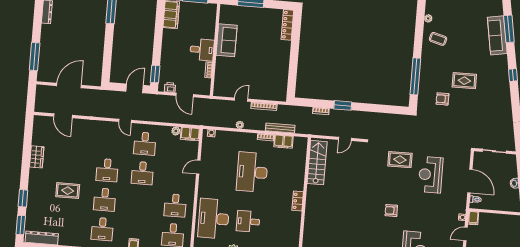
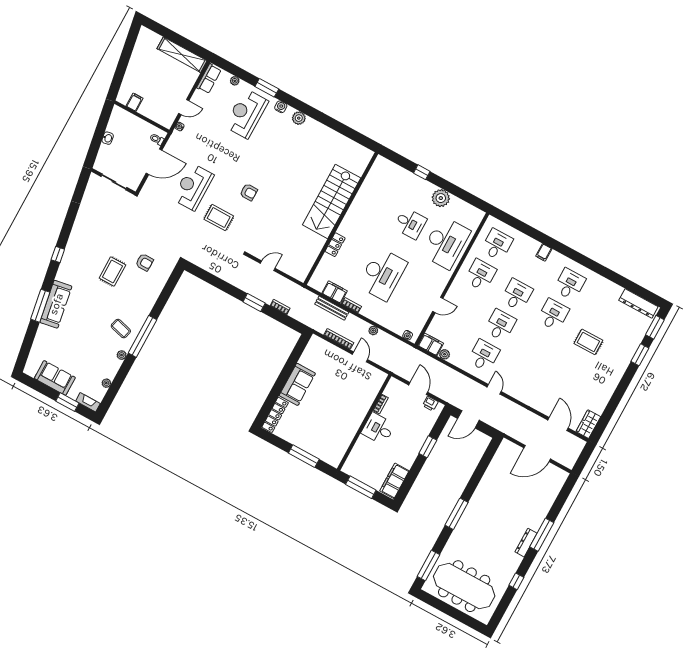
sofa: (227, 40) -> (297, 384), moved, turned 180
window: (35, 57) -> (542, 535), moved
window: (155, 74) -> (428, 447), moved
window: (415, 76) -> (142, 336), moved
rug: (464, 81) -> (112, 272), turned 90
door: (241, 100) -> (360, 357), swing flipped
wardrobe: (37, 157) -> (588, 424), moved
stairs: (317, 163) -> (332, 201), moved, width x1.36, depth x1.51
desk: (107, 170) -> (517, 295), moved
reception desk: (431, 175) -> (193, 187), turned 180
door: (470, 181) -> (154, 162), swing flipped
locker: (298, 201) -> (335, 245), moved
armchair: (391, 211) -> (249, 192), moved
filing cabinet: (473, 218) -> (135, 102), moved

